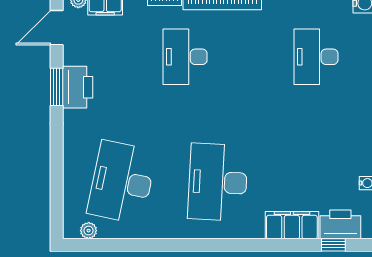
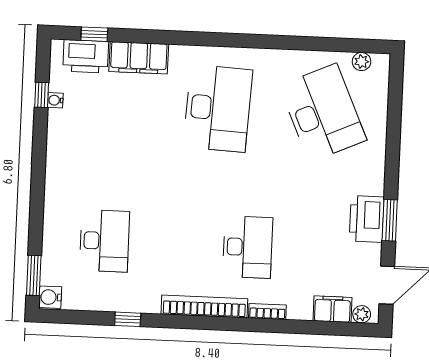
desk: (122, 182) -> (323, 113), turned -36

